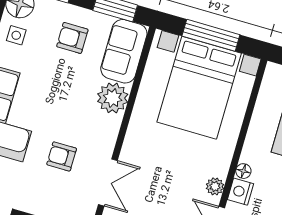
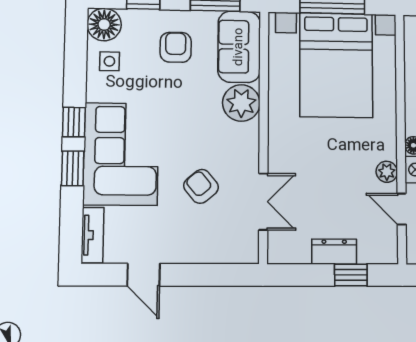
armchair: (72, 38) -> (176, 47), turned 90
armchair: (62, 156) -> (201, 186), turned 50

